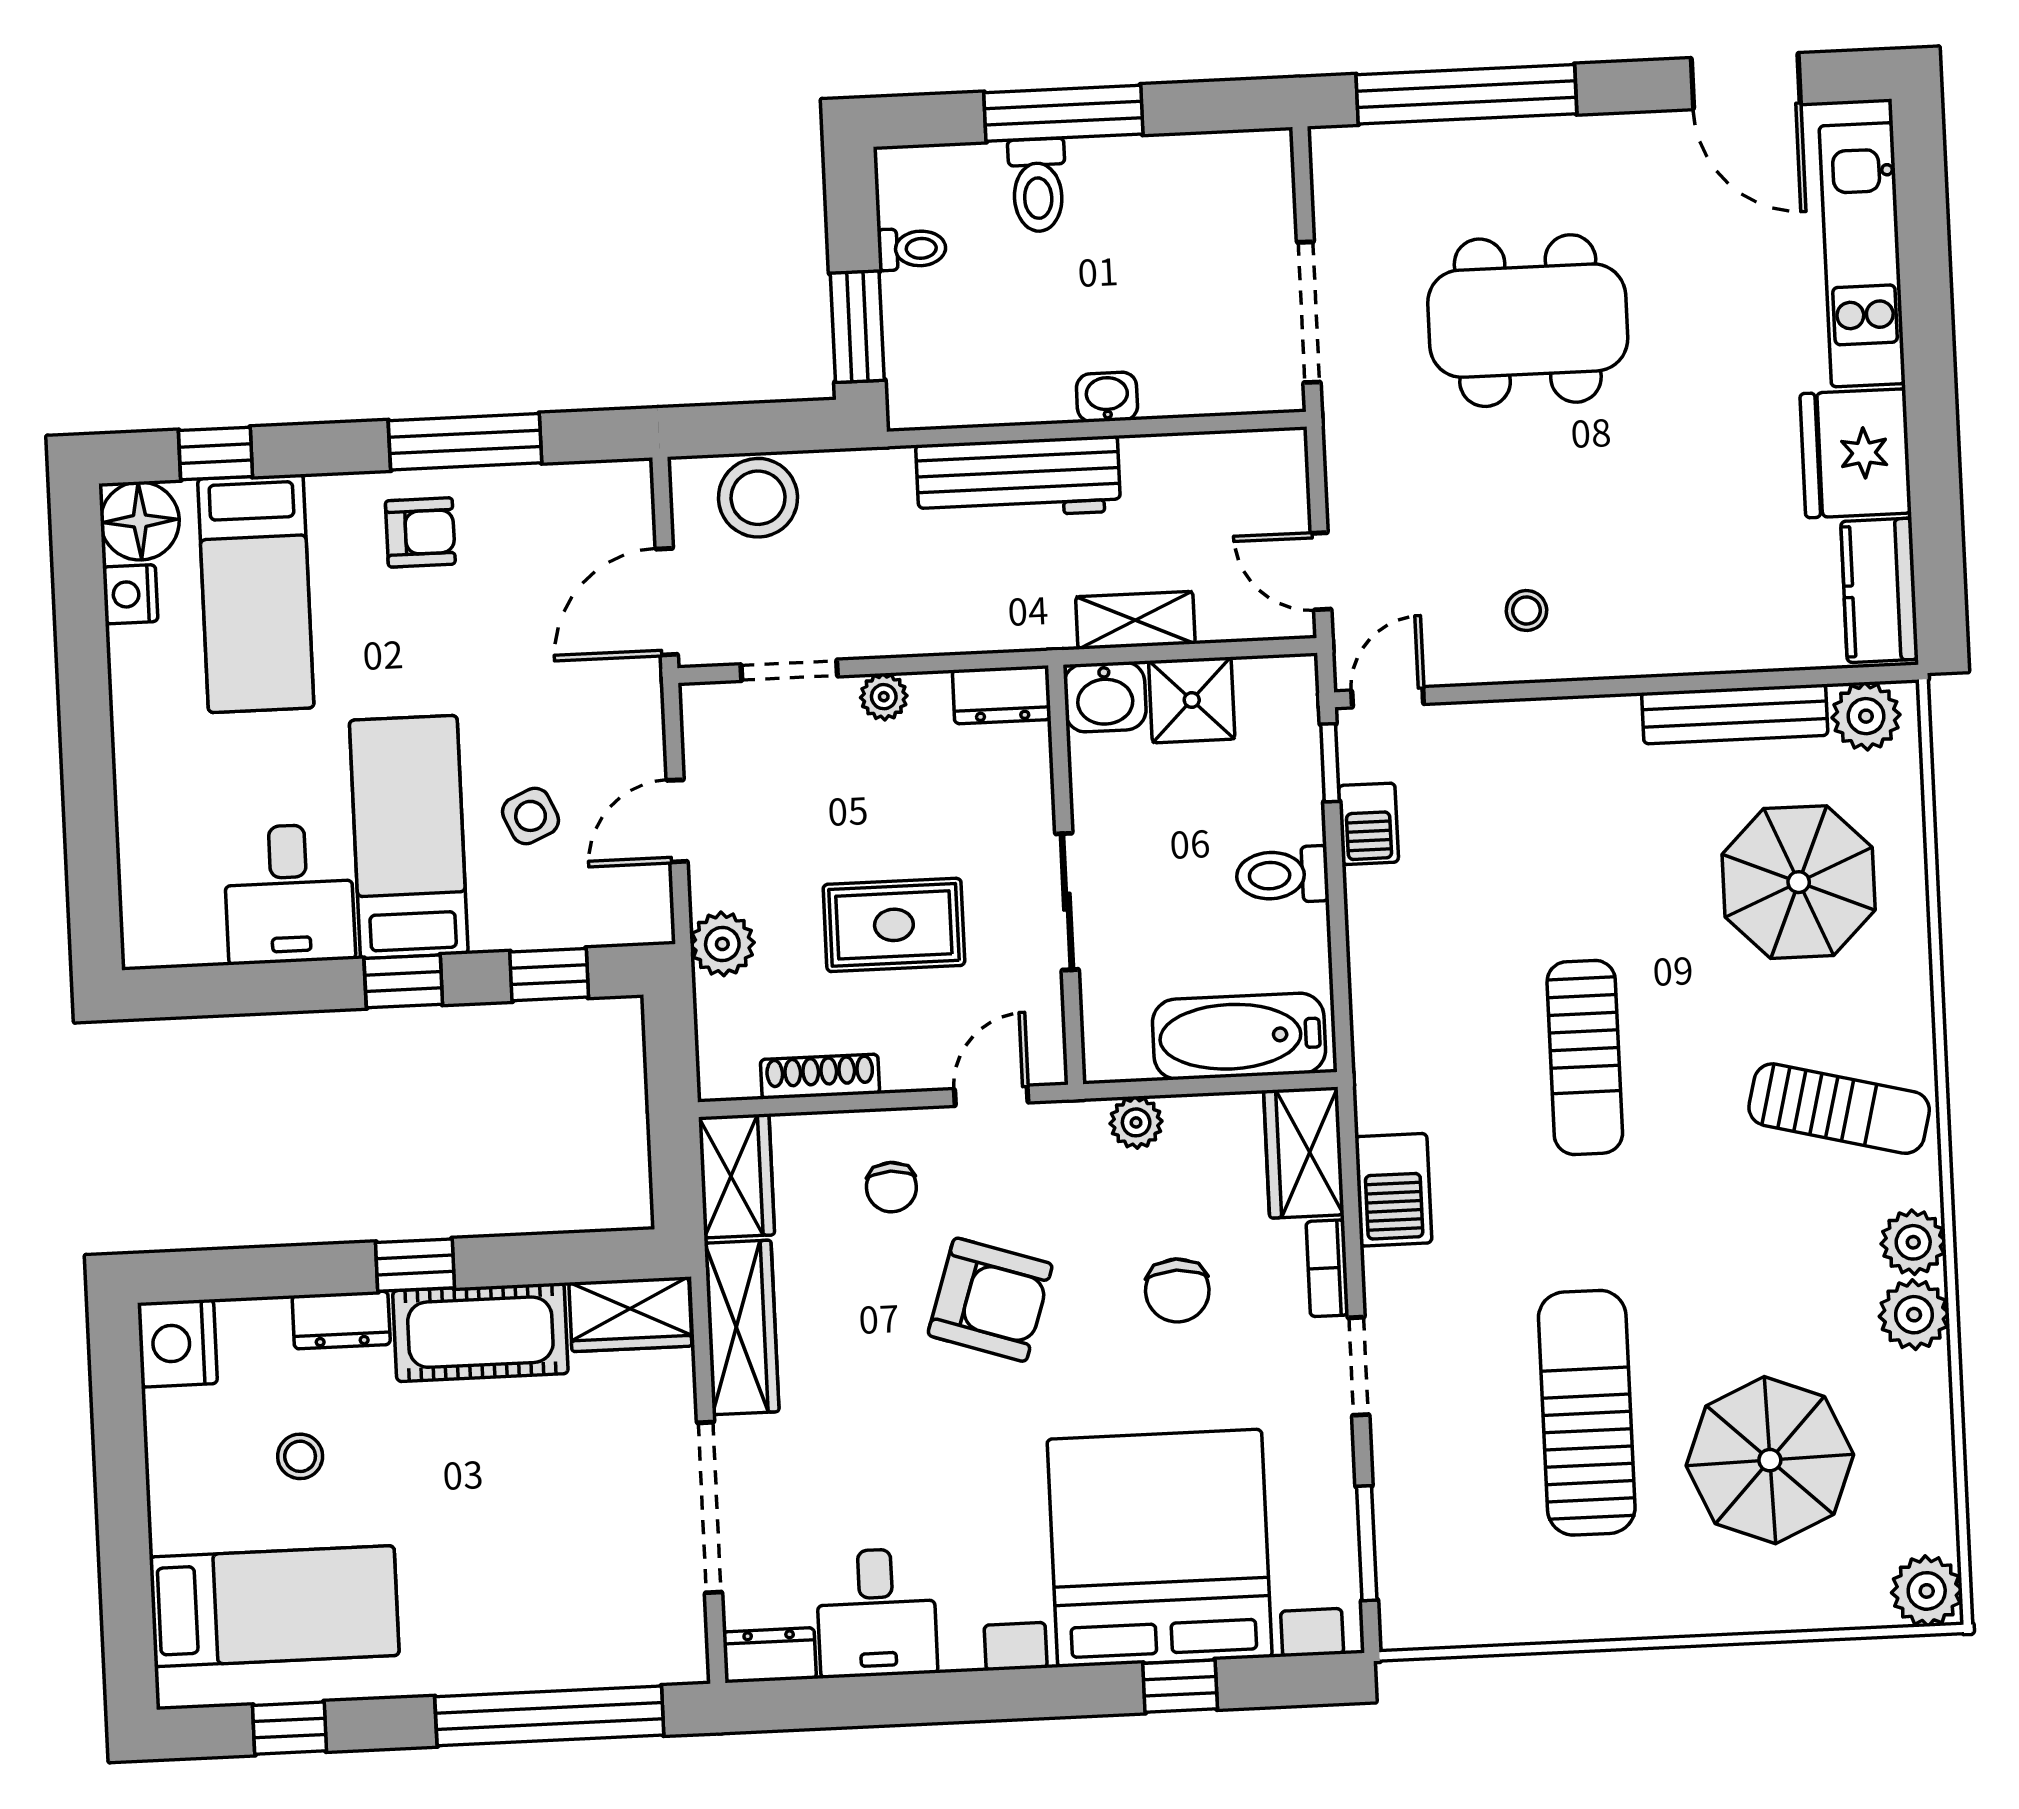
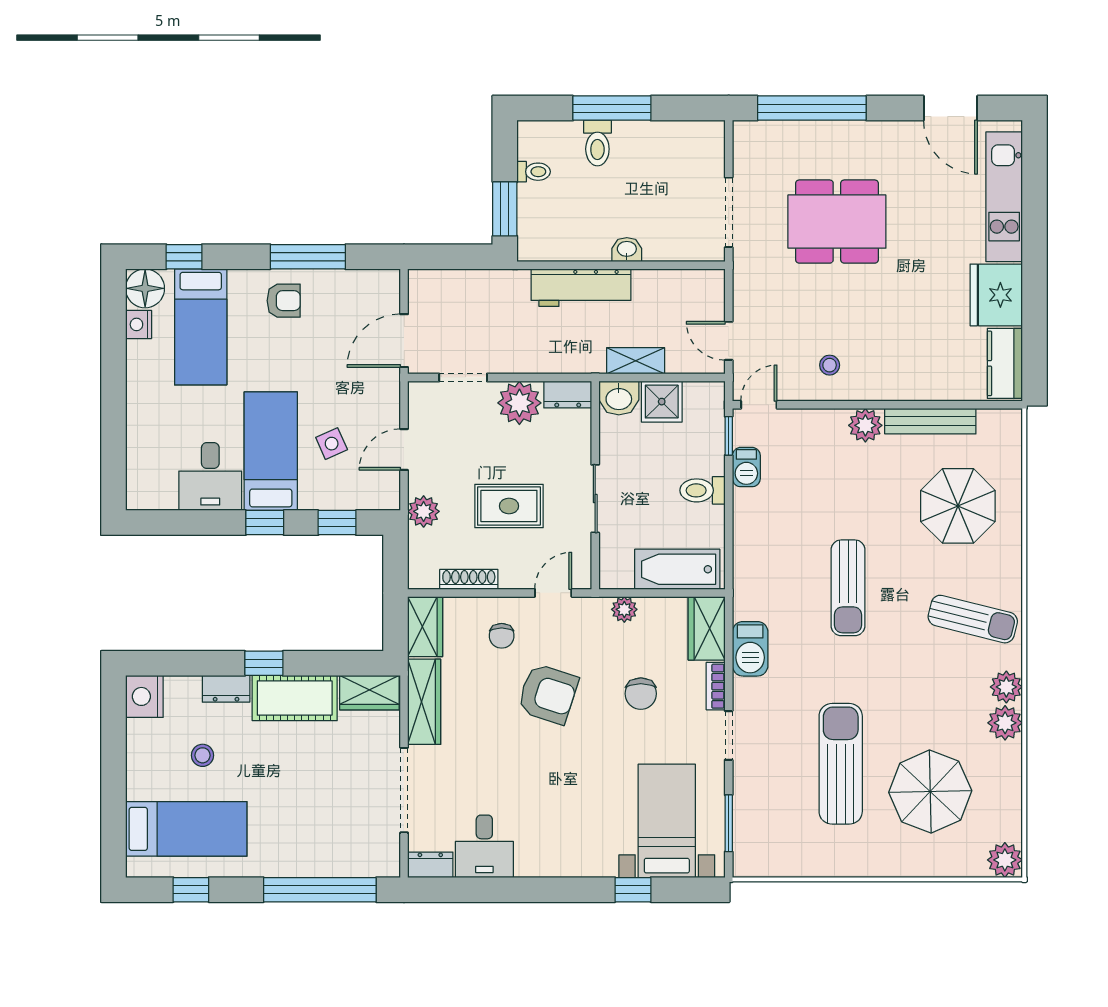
stool: (758, 498) -> (452, 291), removed
plant: (884, 697) -> (519, 403), width x1.88, depth x1.88
plant: (1866, 716) -> (865, 425), moved
bed with nightstands: (1160, 1548) -> (667, 821), width x0.54

